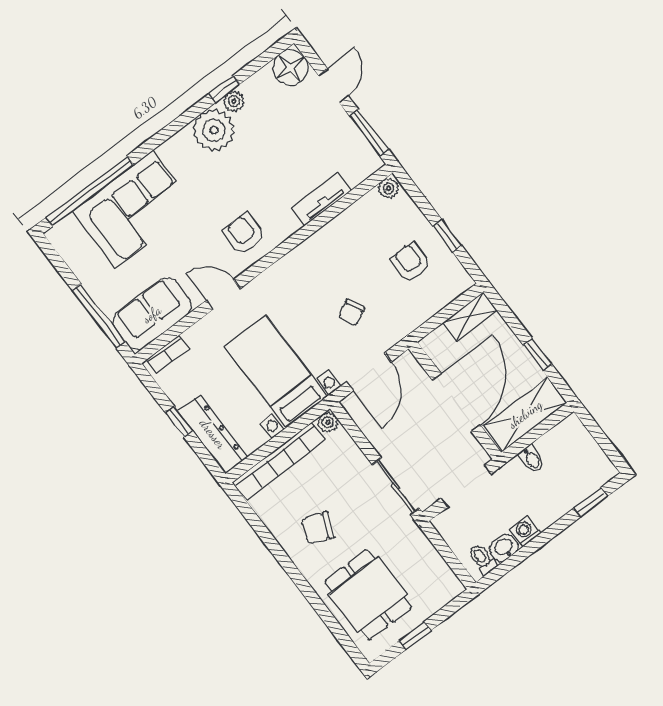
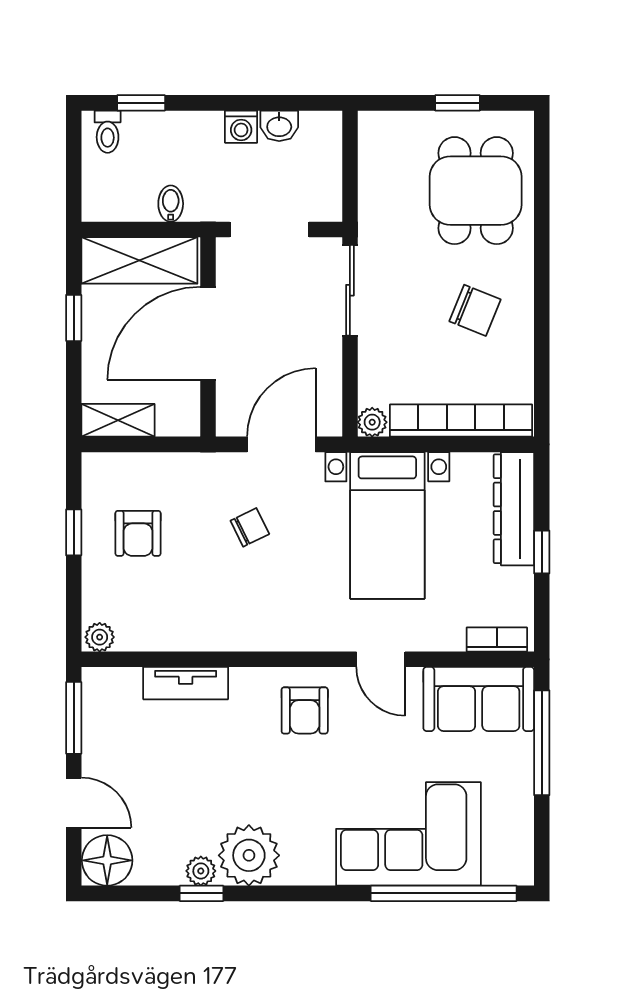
door: (333, 86) -> (74, 803), swing flipped
toilet: (482, 559) -> (108, 132), moved

